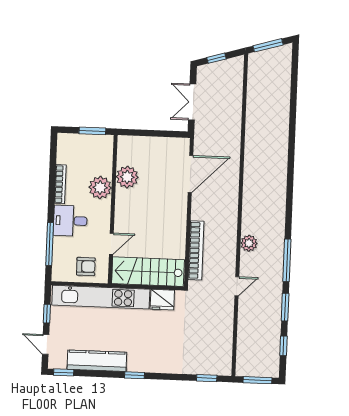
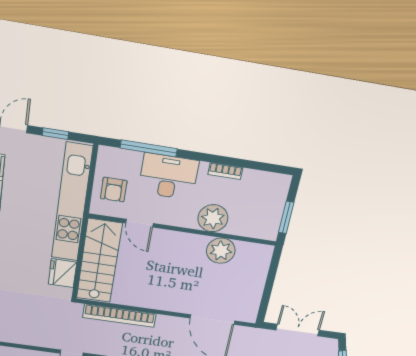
bookcase: (60, 184) -> (225, 171), width x0.64
desk: (70, 221) -> (168, 176), width x1.37

